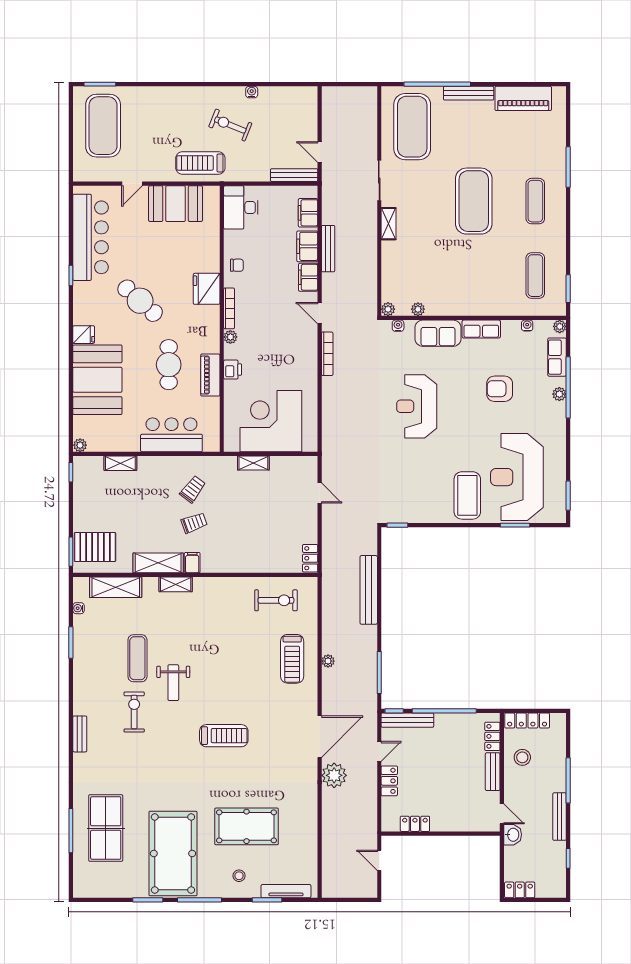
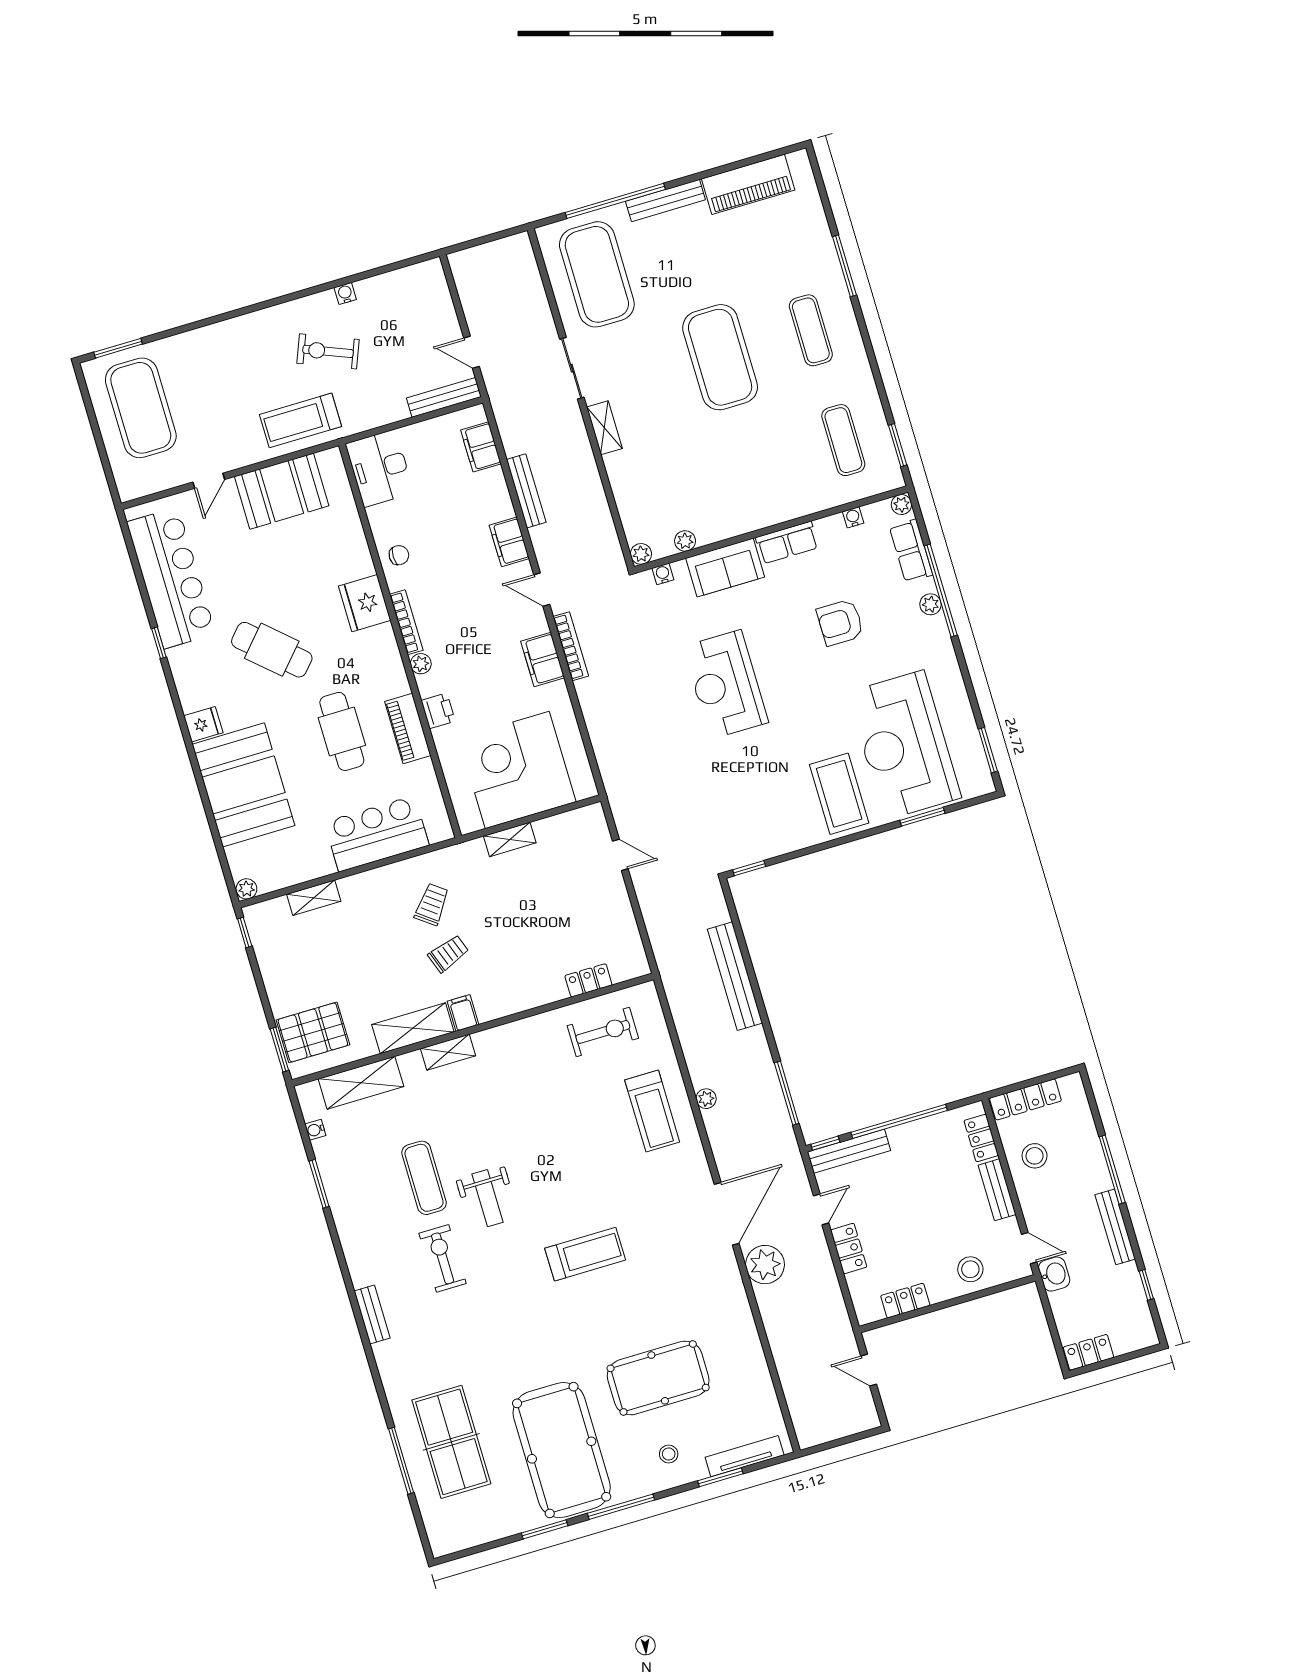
filing cabinet: (307, 246) -> (543, 659), moved
locker: (310, 558) -> (588, 980), moved, turned 90
stool: (461, 816) -> (970, 1269), added

